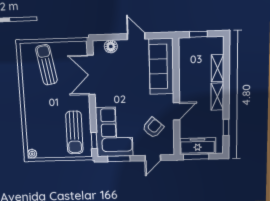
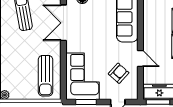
door: (177, 111) -> (140, 59), hinge flipped
window: (94, 141) -> (63, 84), removed

